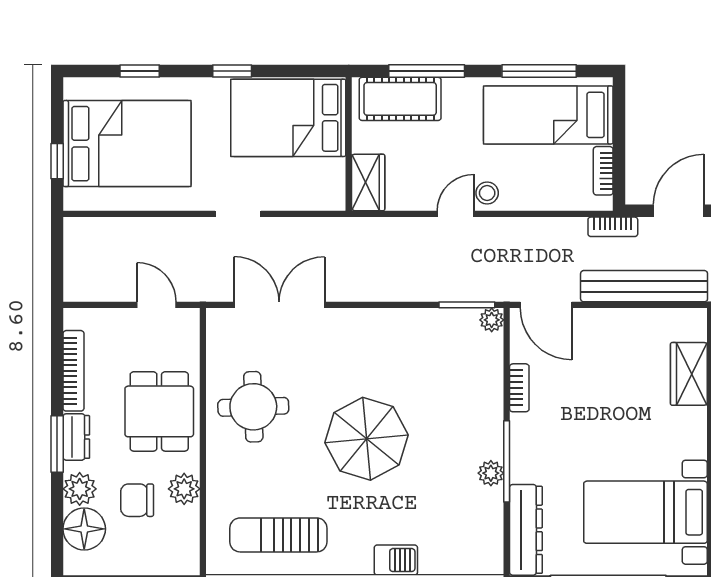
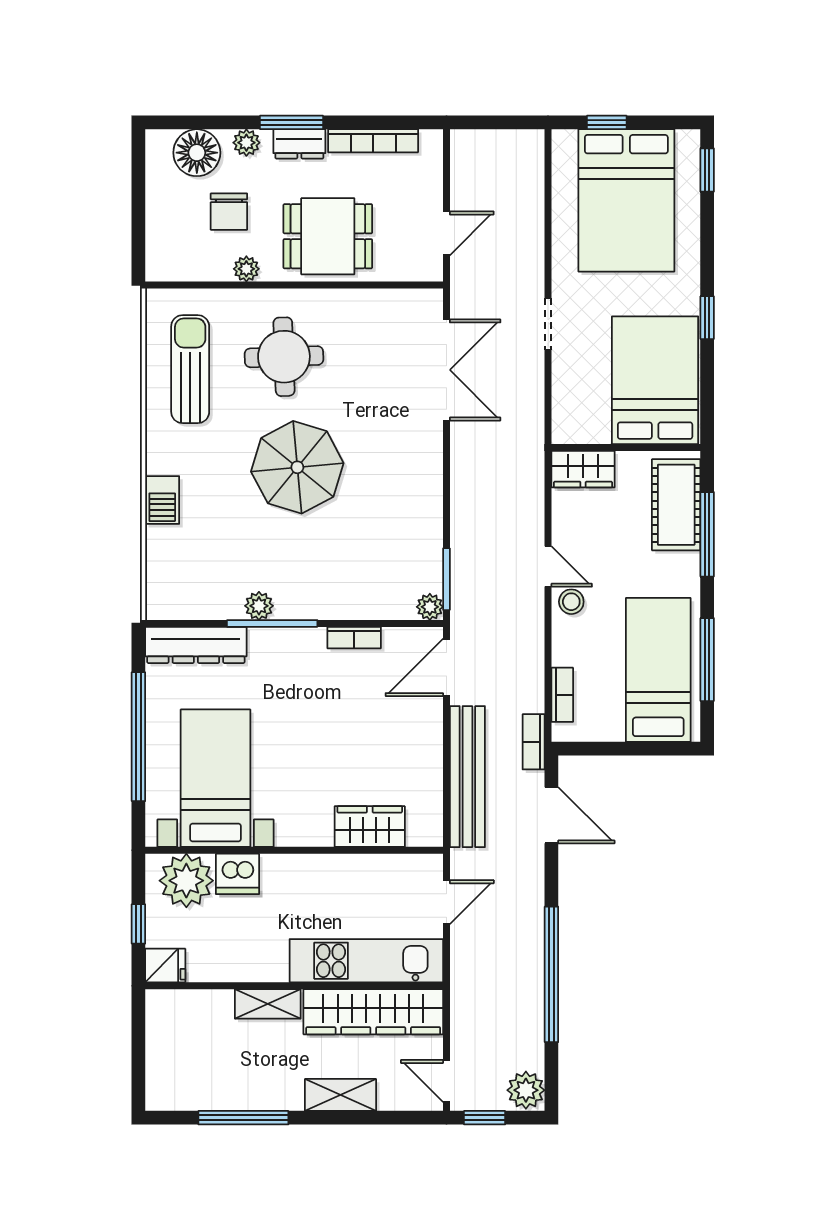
window: (140, 71) -> (707, 170), moved
bookcase: (603, 171) -> (562, 695), moved, turned 90
round table: (253, 407) -> (284, 357), moved
plant: (80, 489) -> (246, 143), width x0.73, depth x0.73
plant: (184, 489) -> (246, 269), width x0.73, depth x0.73
chair: (137, 500) -> (229, 212), turned 180

